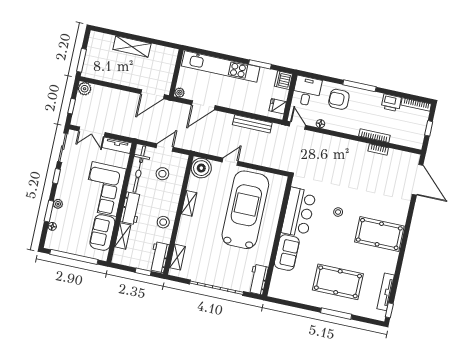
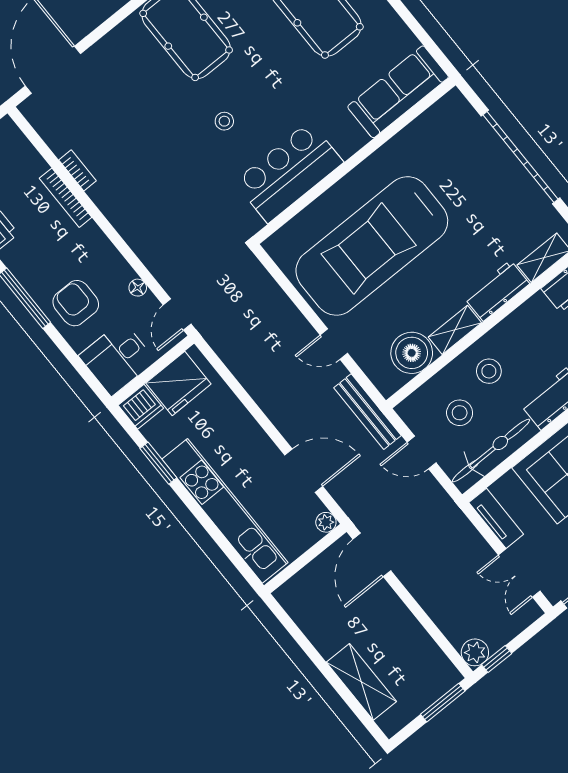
shelving: (132, 46) -> (361, 682), moved
door: (152, 94) -> (372, 555), swing flipped
armchair: (339, 99) -> (76, 303), turned 180
window: (72, 106) -> (497, 659), moved
fridge: (278, 106) -> (178, 384), width x1.88, depth x1.34
bench: (252, 124) -> (367, 412), moved
double door: (92, 132) -> (519, 573), swing flipped
boiler: (201, 168) -> (412, 353), moved
stool: (163, 222) -> (489, 371), moved
sofa: (287, 253) -> (398, 92), moved, width x1.36
workbench: (258, 279) -> (497, 291), moved, turned 180

